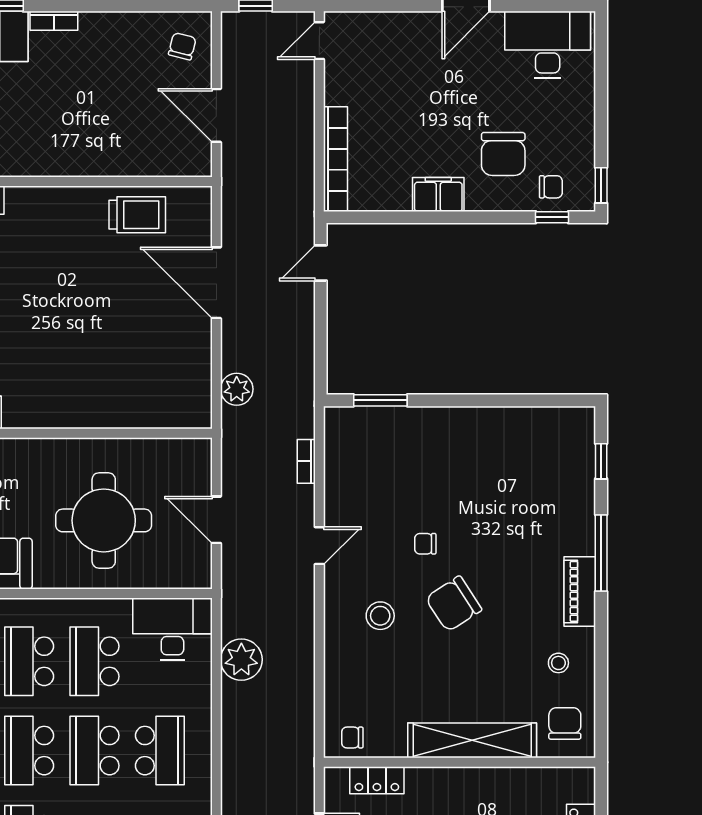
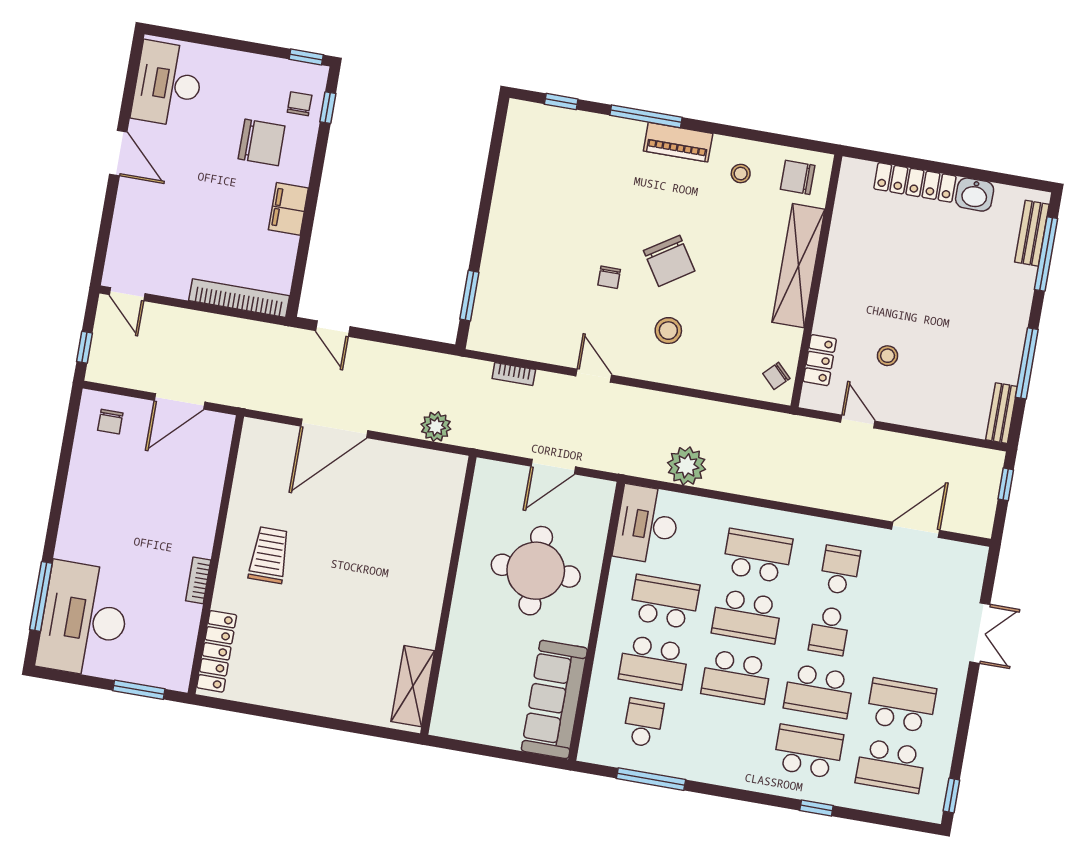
bookcase: (54, 21) -> (198, 580), moved, turned 180
chair: (182, 46) -> (110, 422), turned -104
trolley: (137, 215) -> (269, 555), moved
school desk: (95, 661) -> (664, 602), turned 180
chair: (352, 738) -> (776, 376), turned 45

